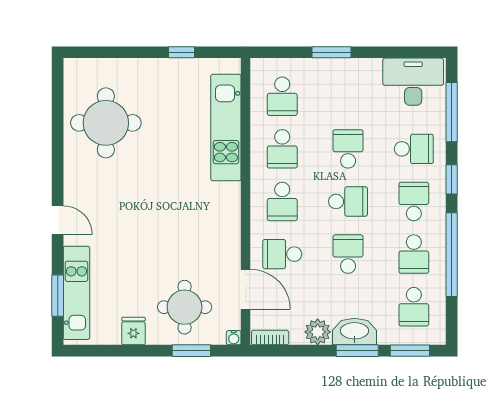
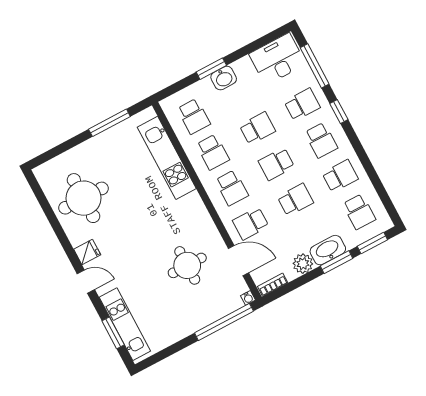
window: (182, 52) -> (109, 123), width x2.17
washbasin: (340, 71) -> (224, 78), added
school desk: (348, 149) -> (257, 128), turned 90
school desk: (348, 201) -> (276, 164), turned 180
school desk: (414, 201) -> (321, 140), turned 180
school desk: (348, 254) -> (295, 200), turned 90
school desk: (414, 254) -> (340, 176), turned -90
window: (452, 255) -> (366, 163), removed
round table: (185, 307) -> (187, 265), moved
fridge: (133, 331) -> (87, 252), moved, turned 90
window: (191, 351) -> (224, 322), width x2.11

